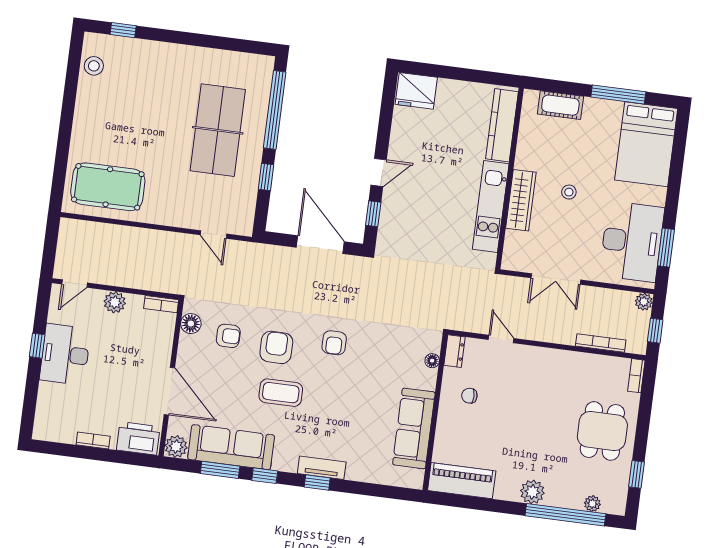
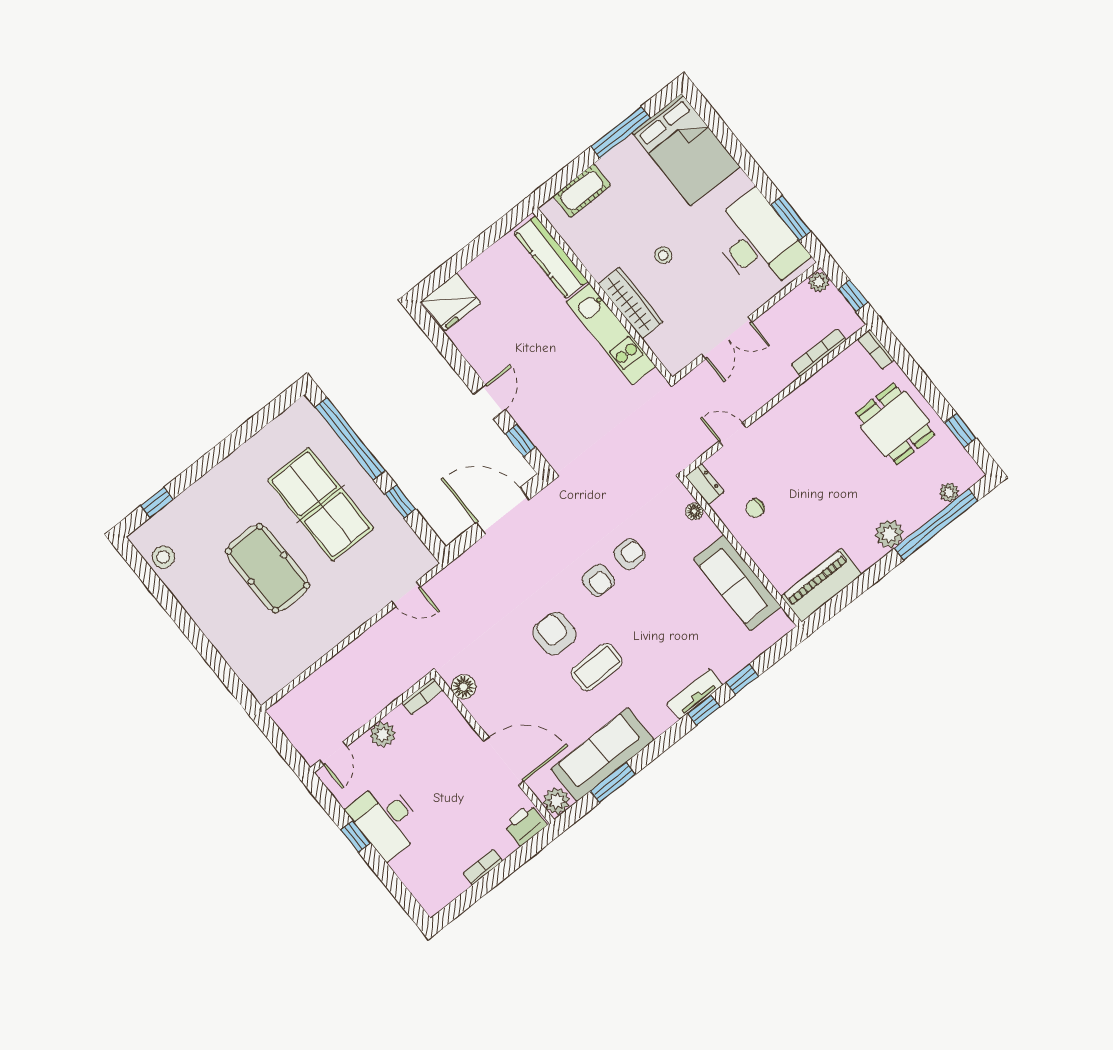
pool table: (108, 187) -> (267, 568), moved, turned 90
armchair: (228, 336) -> (630, 554), moved
printer: (138, 438) -> (525, 825), width x0.73, depth x0.84
window: (265, 476) -> (742, 679), moved

